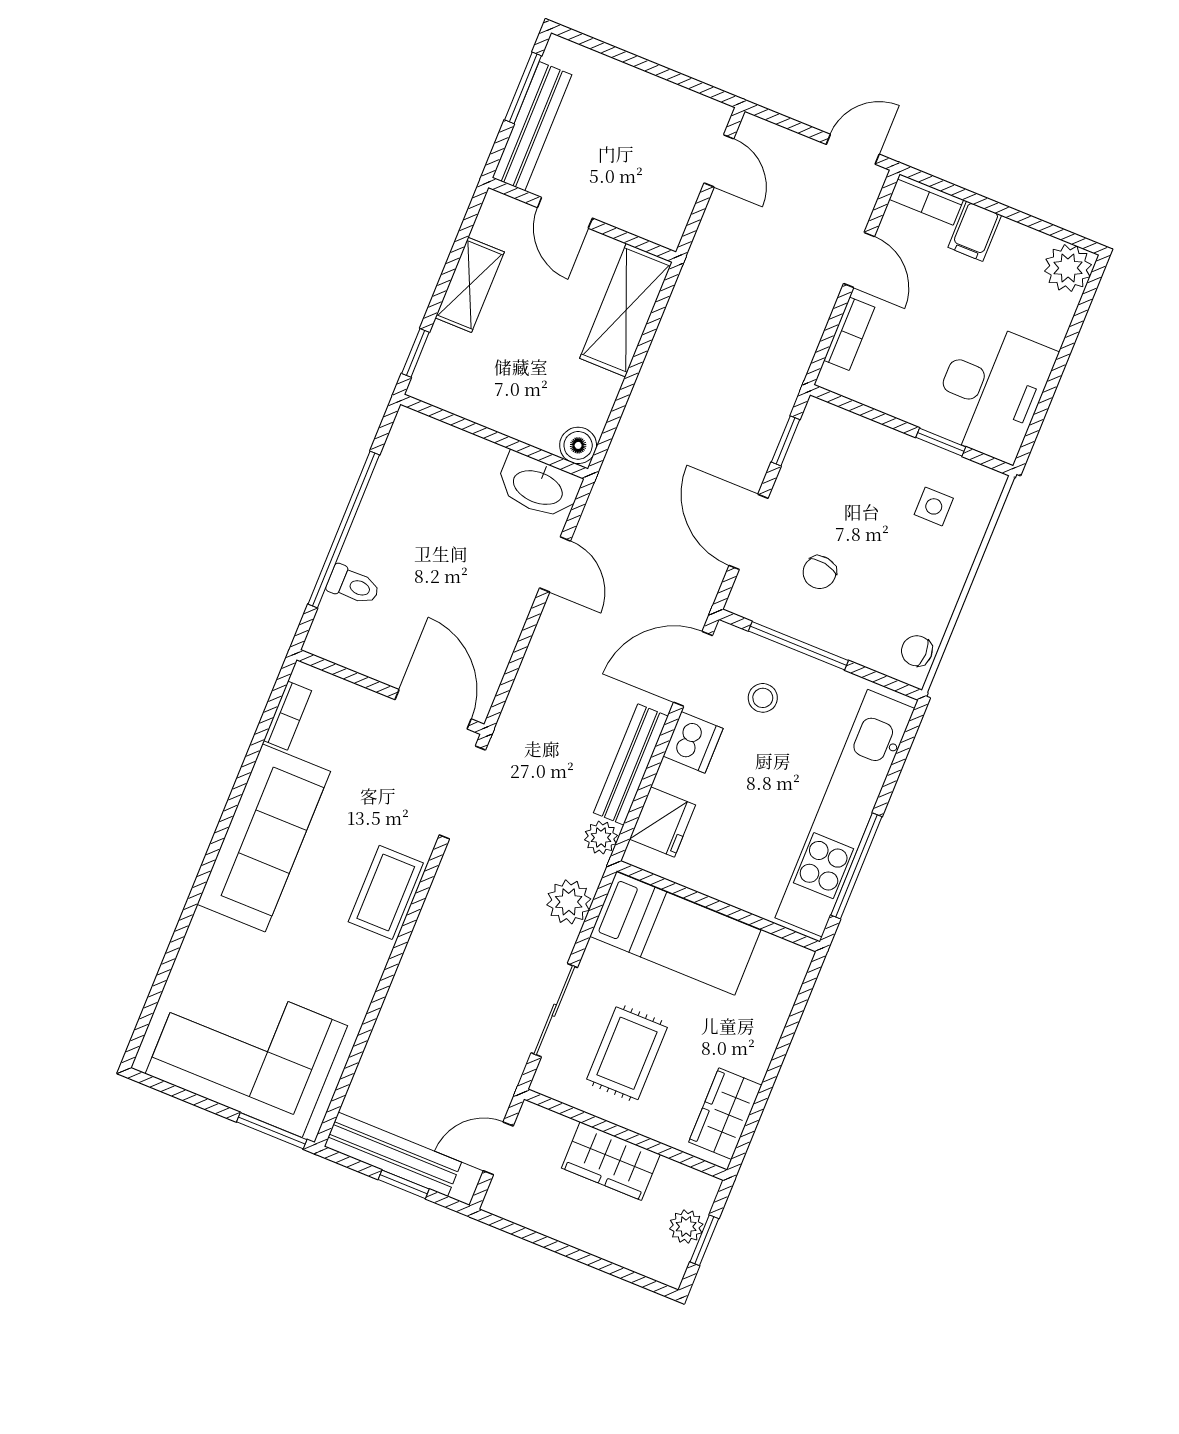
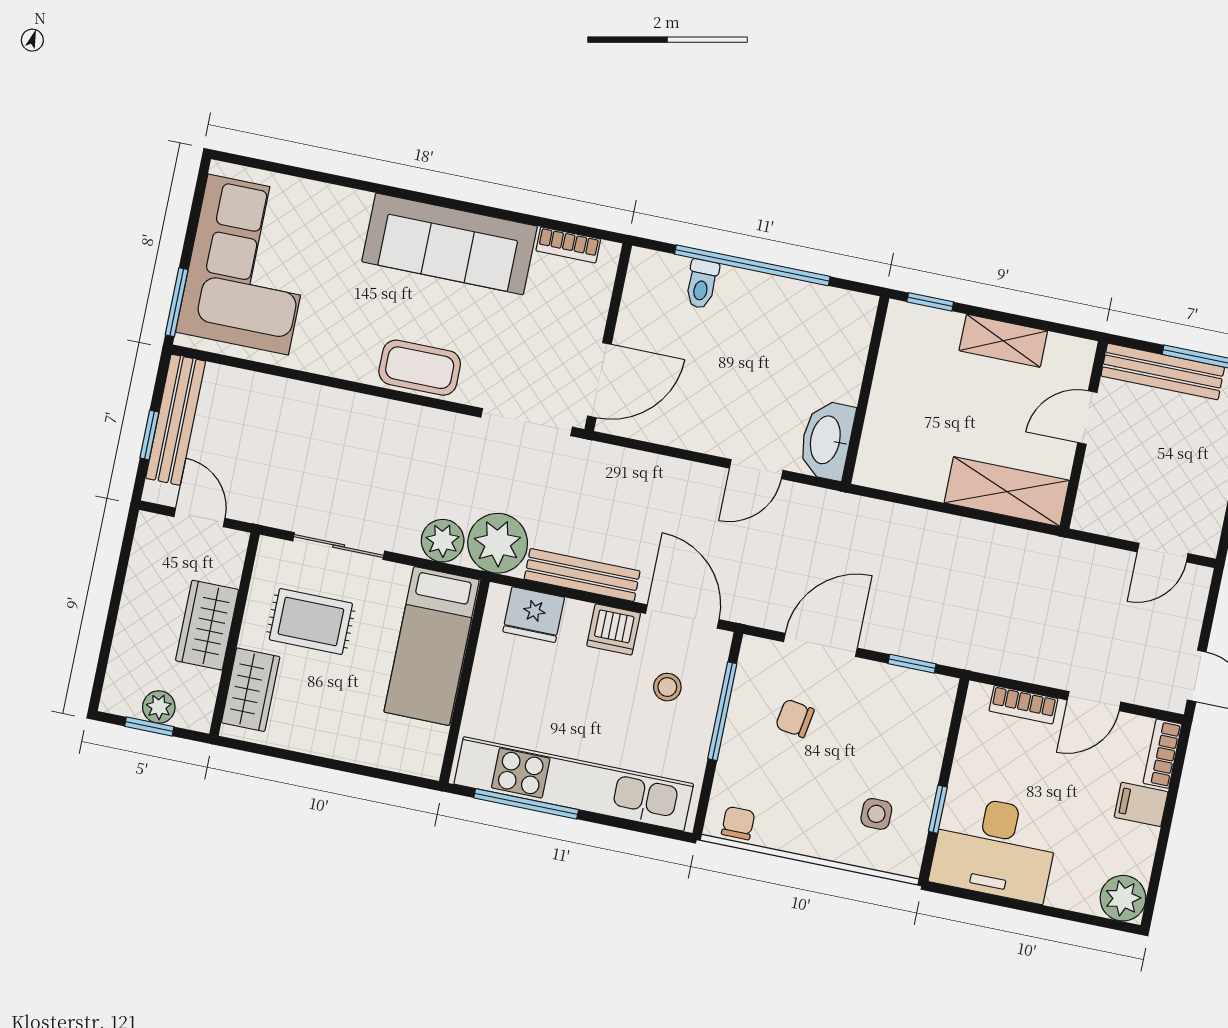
boiler: (578, 445) -> (872, 470), removed
plant: (601, 838) -> (498, 543), width x1.87, depth x1.87
wardrobe: (725, 1114) -> (251, 690), moved, turned 90

